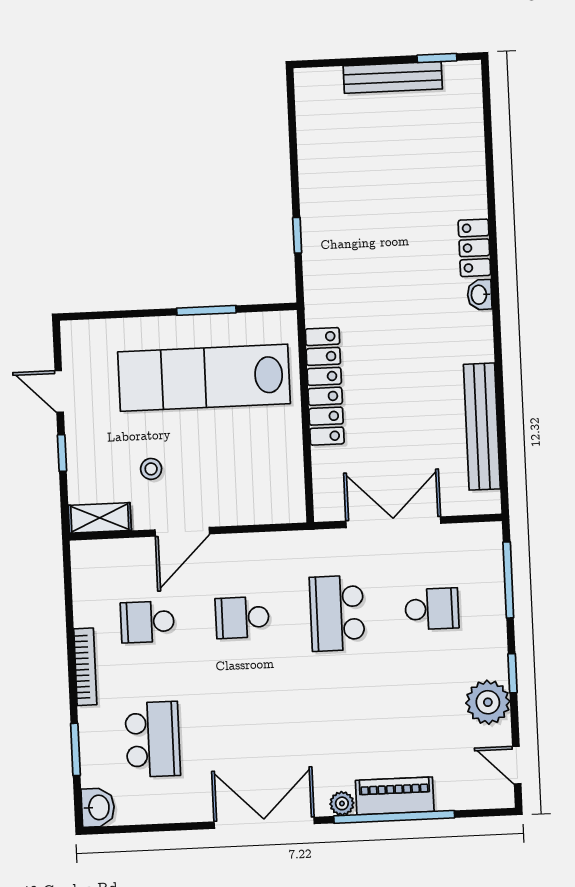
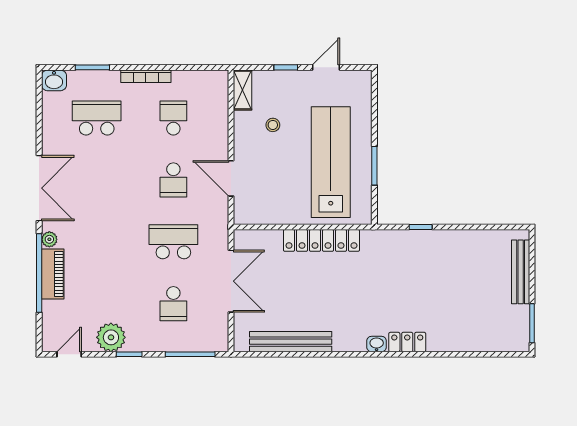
window: (437, 58) -> (532, 323), width x1.50
bench: (393, 77) -> (521, 272), moved
door: (182, 532) -> (231, 178), moved
school desk: (242, 618) -> (173, 180), turned 180
school desk: (153, 739) -> (97, 118), turned 180

